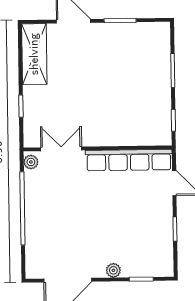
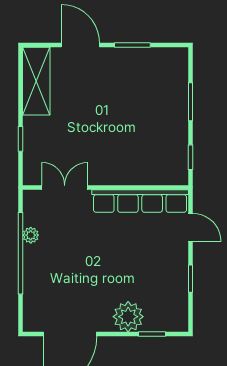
plant: (31, 162) -> (31, 235), moved
plant: (113, 270) -> (128, 317), width x1.88, depth x1.88

